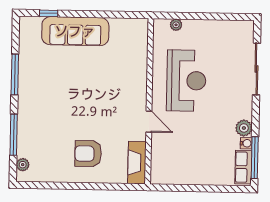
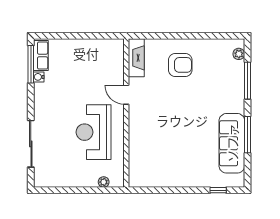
sofa: (75, 31) -> (232, 143), moved, turned -90
plant: (244, 128) -> (41, 91), removed

